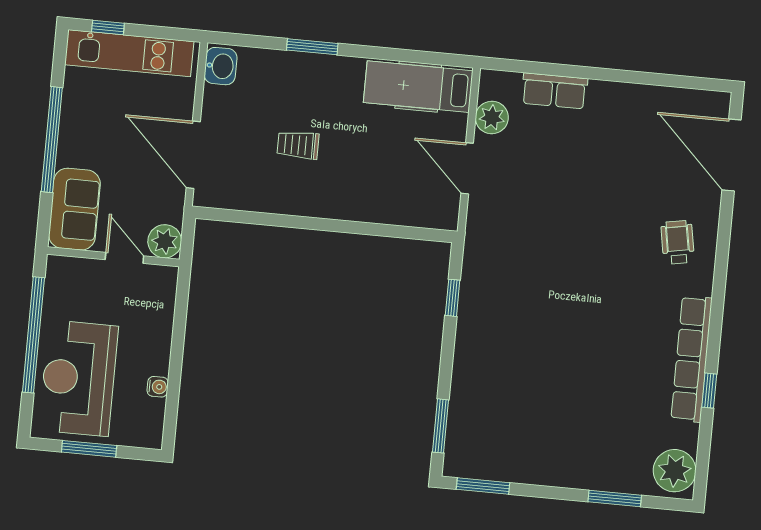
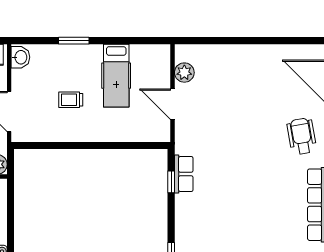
hospital bed: (418, 87) -> (116, 76), moved, turned -90
row of seats: (554, 91) -> (184, 174), moved, turned -90
wheelchair: (678, 242) -> (302, 136), width x1.36, depth x1.37

